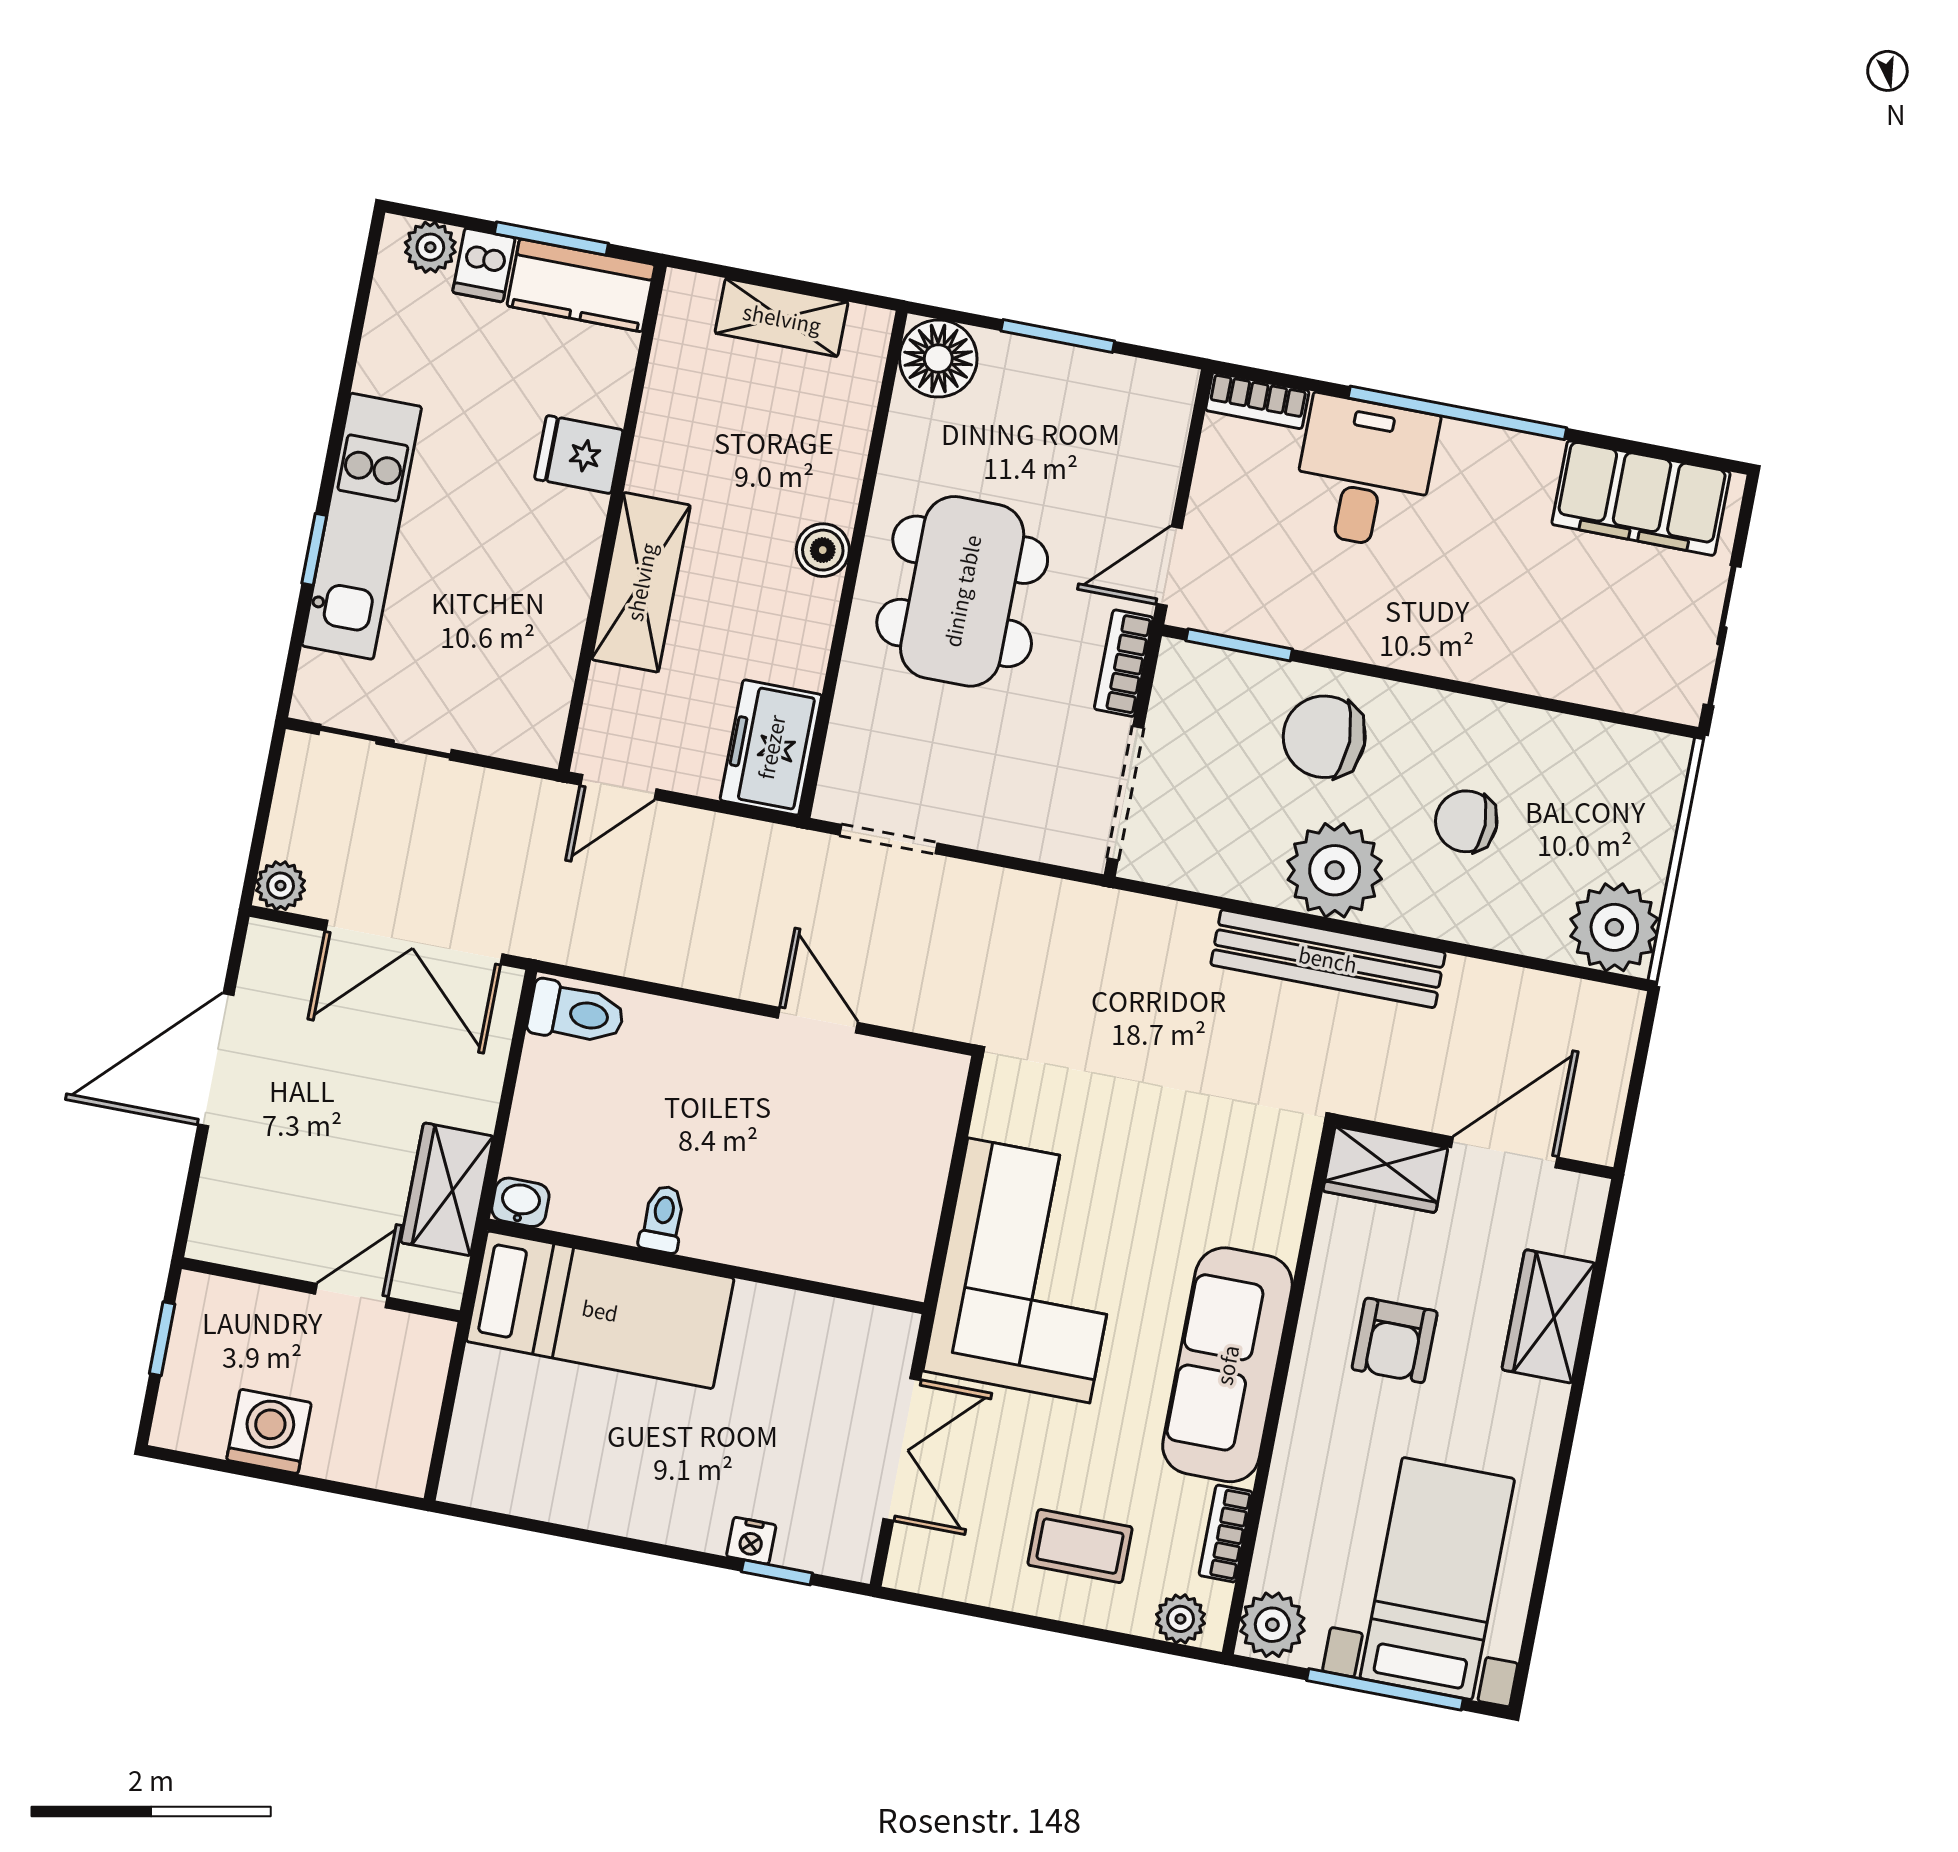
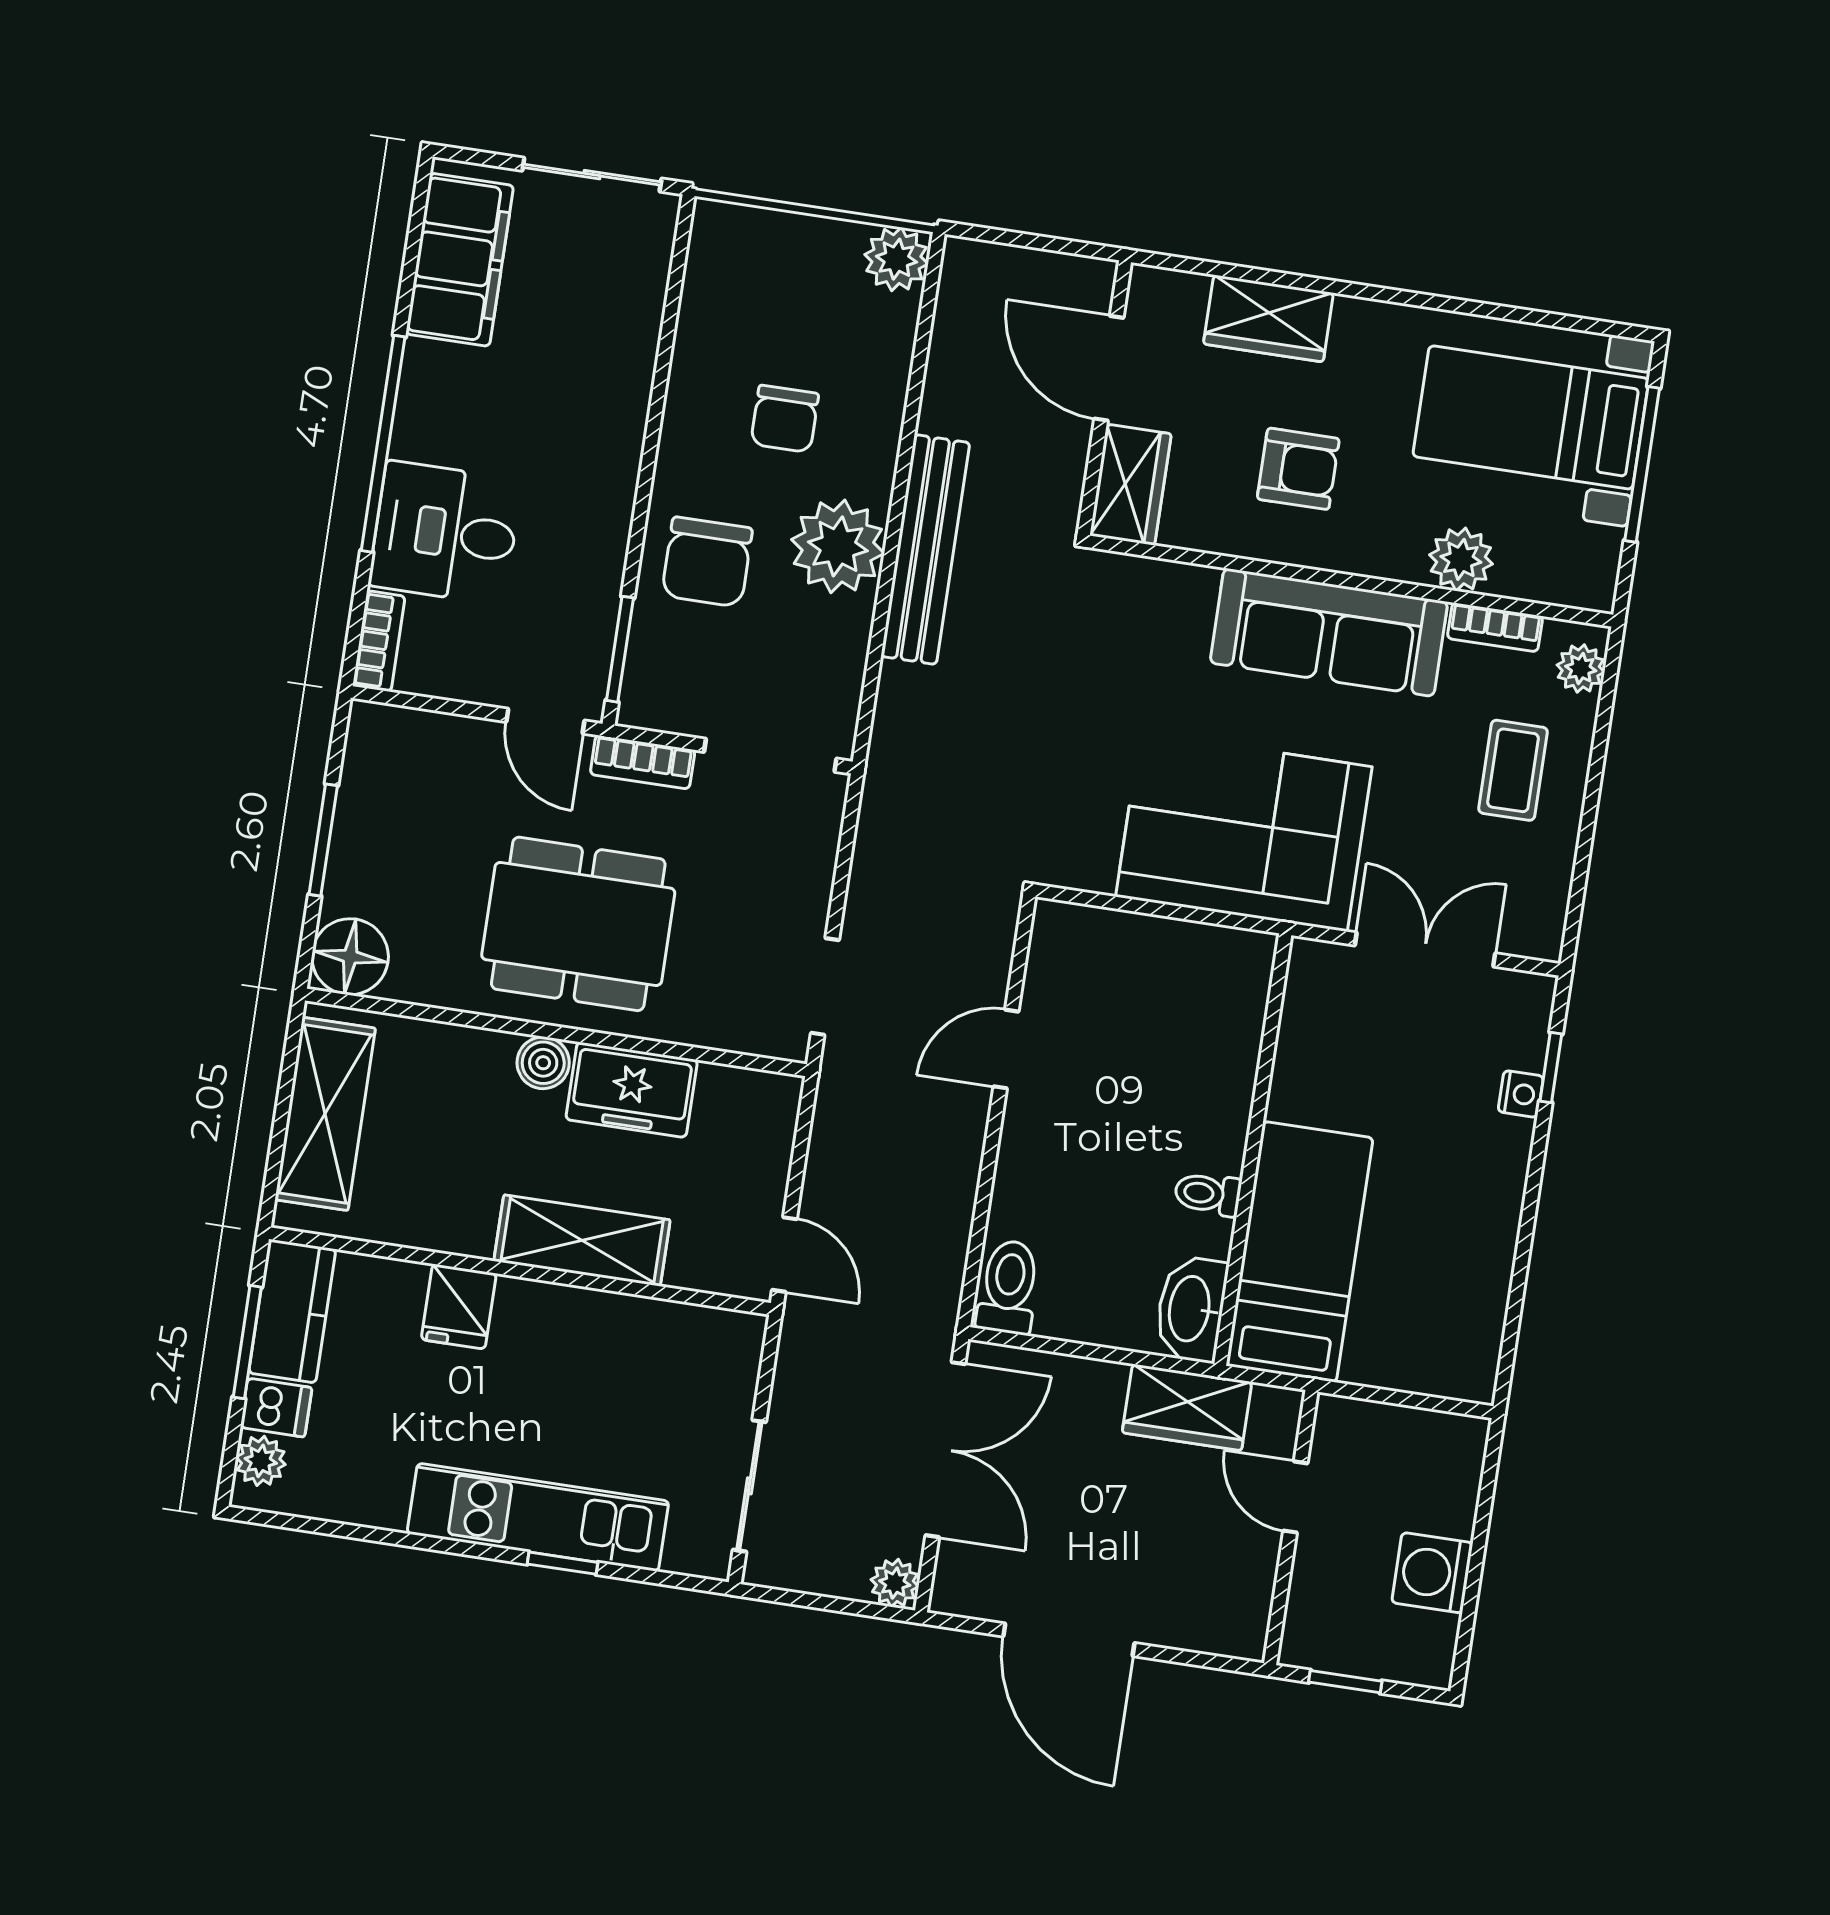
shelving: (782, 318) -> (325, 1114), width x1.50, depth x1.33
freezer: (771, 747) -> (632, 1090), moved
plant: (1614, 927) -> (896, 259), width x0.73, depth x0.73
washbasin: (520, 1202) -> (1191, 1309), width x1.91, depth x1.45
plant: (1272, 1625) -> (1461, 559), moved

